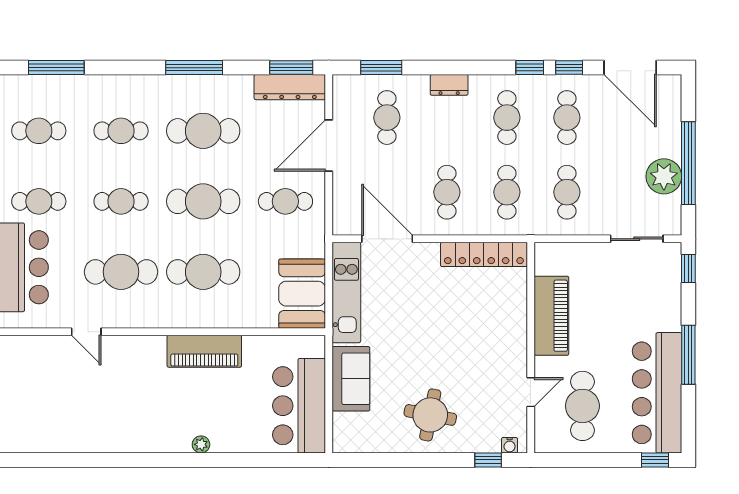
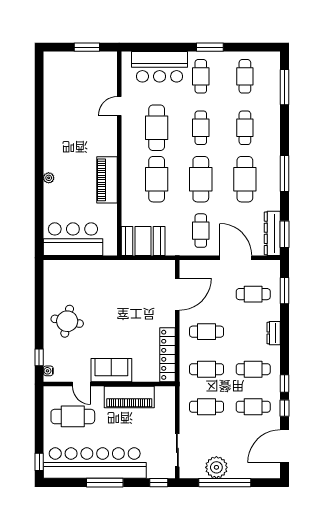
kitchen unit: (346, 292) -> (144, 269), removed
sofa: (351, 379) -> (111, 370), moved, turned 180
bar counter: (657, 393) -> (95, 463), width x1.36

